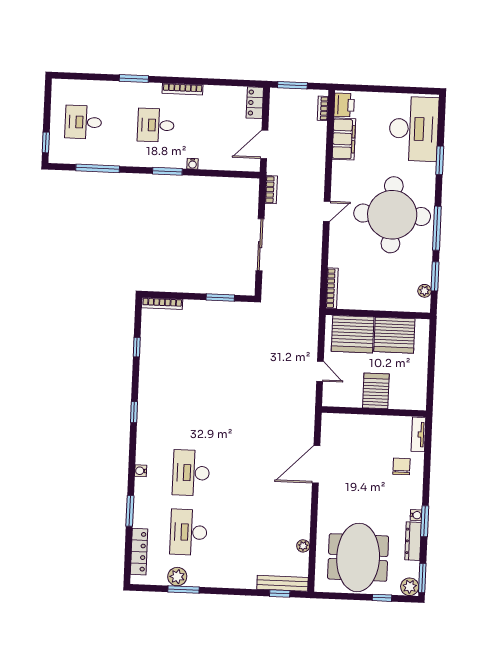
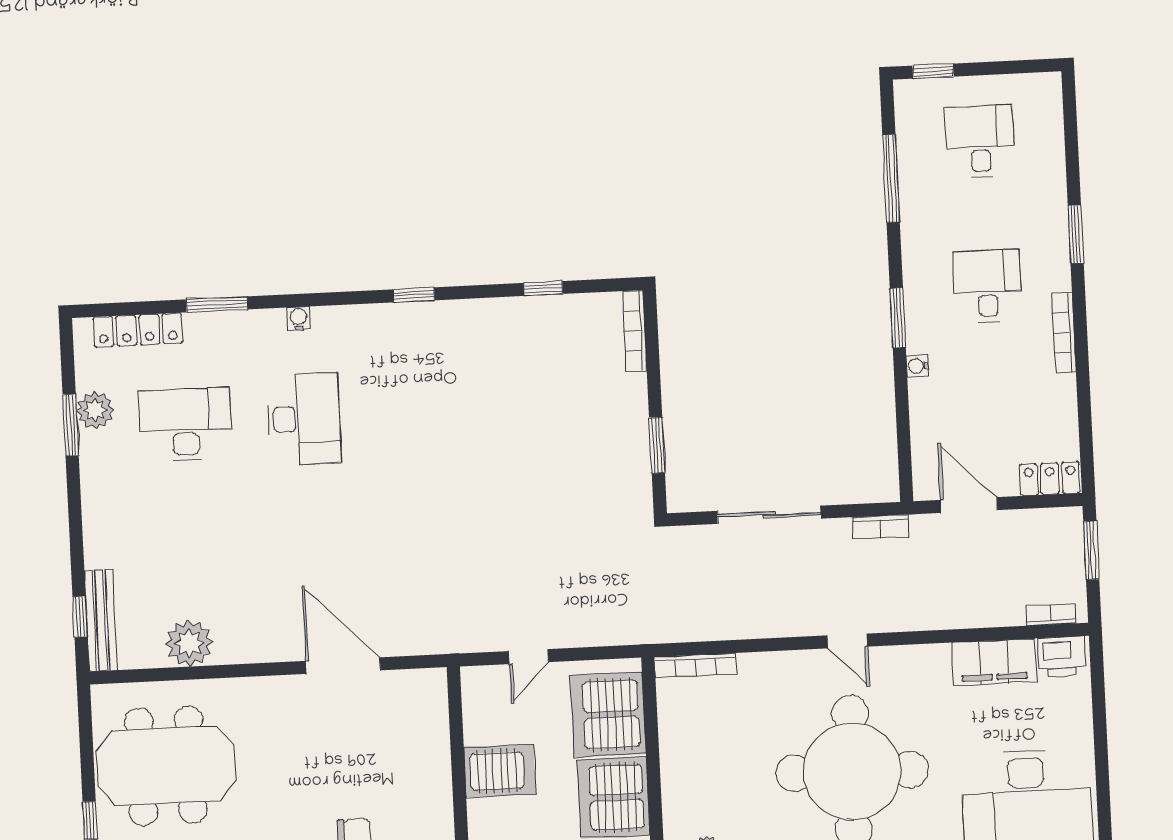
desk: (191, 473) -> (304, 419), turned 90
plant: (303, 546) -> (189, 643), width x1.88, depth x1.88

